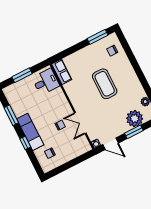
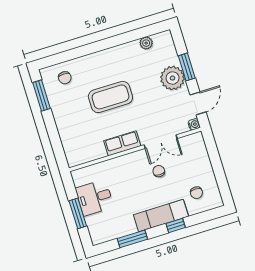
row of seats: (62, 72) -> (122, 143), moved
desk: (46, 82) -> (95, 198), moved, turned -90
plant: (135, 119) -> (173, 78), moved

